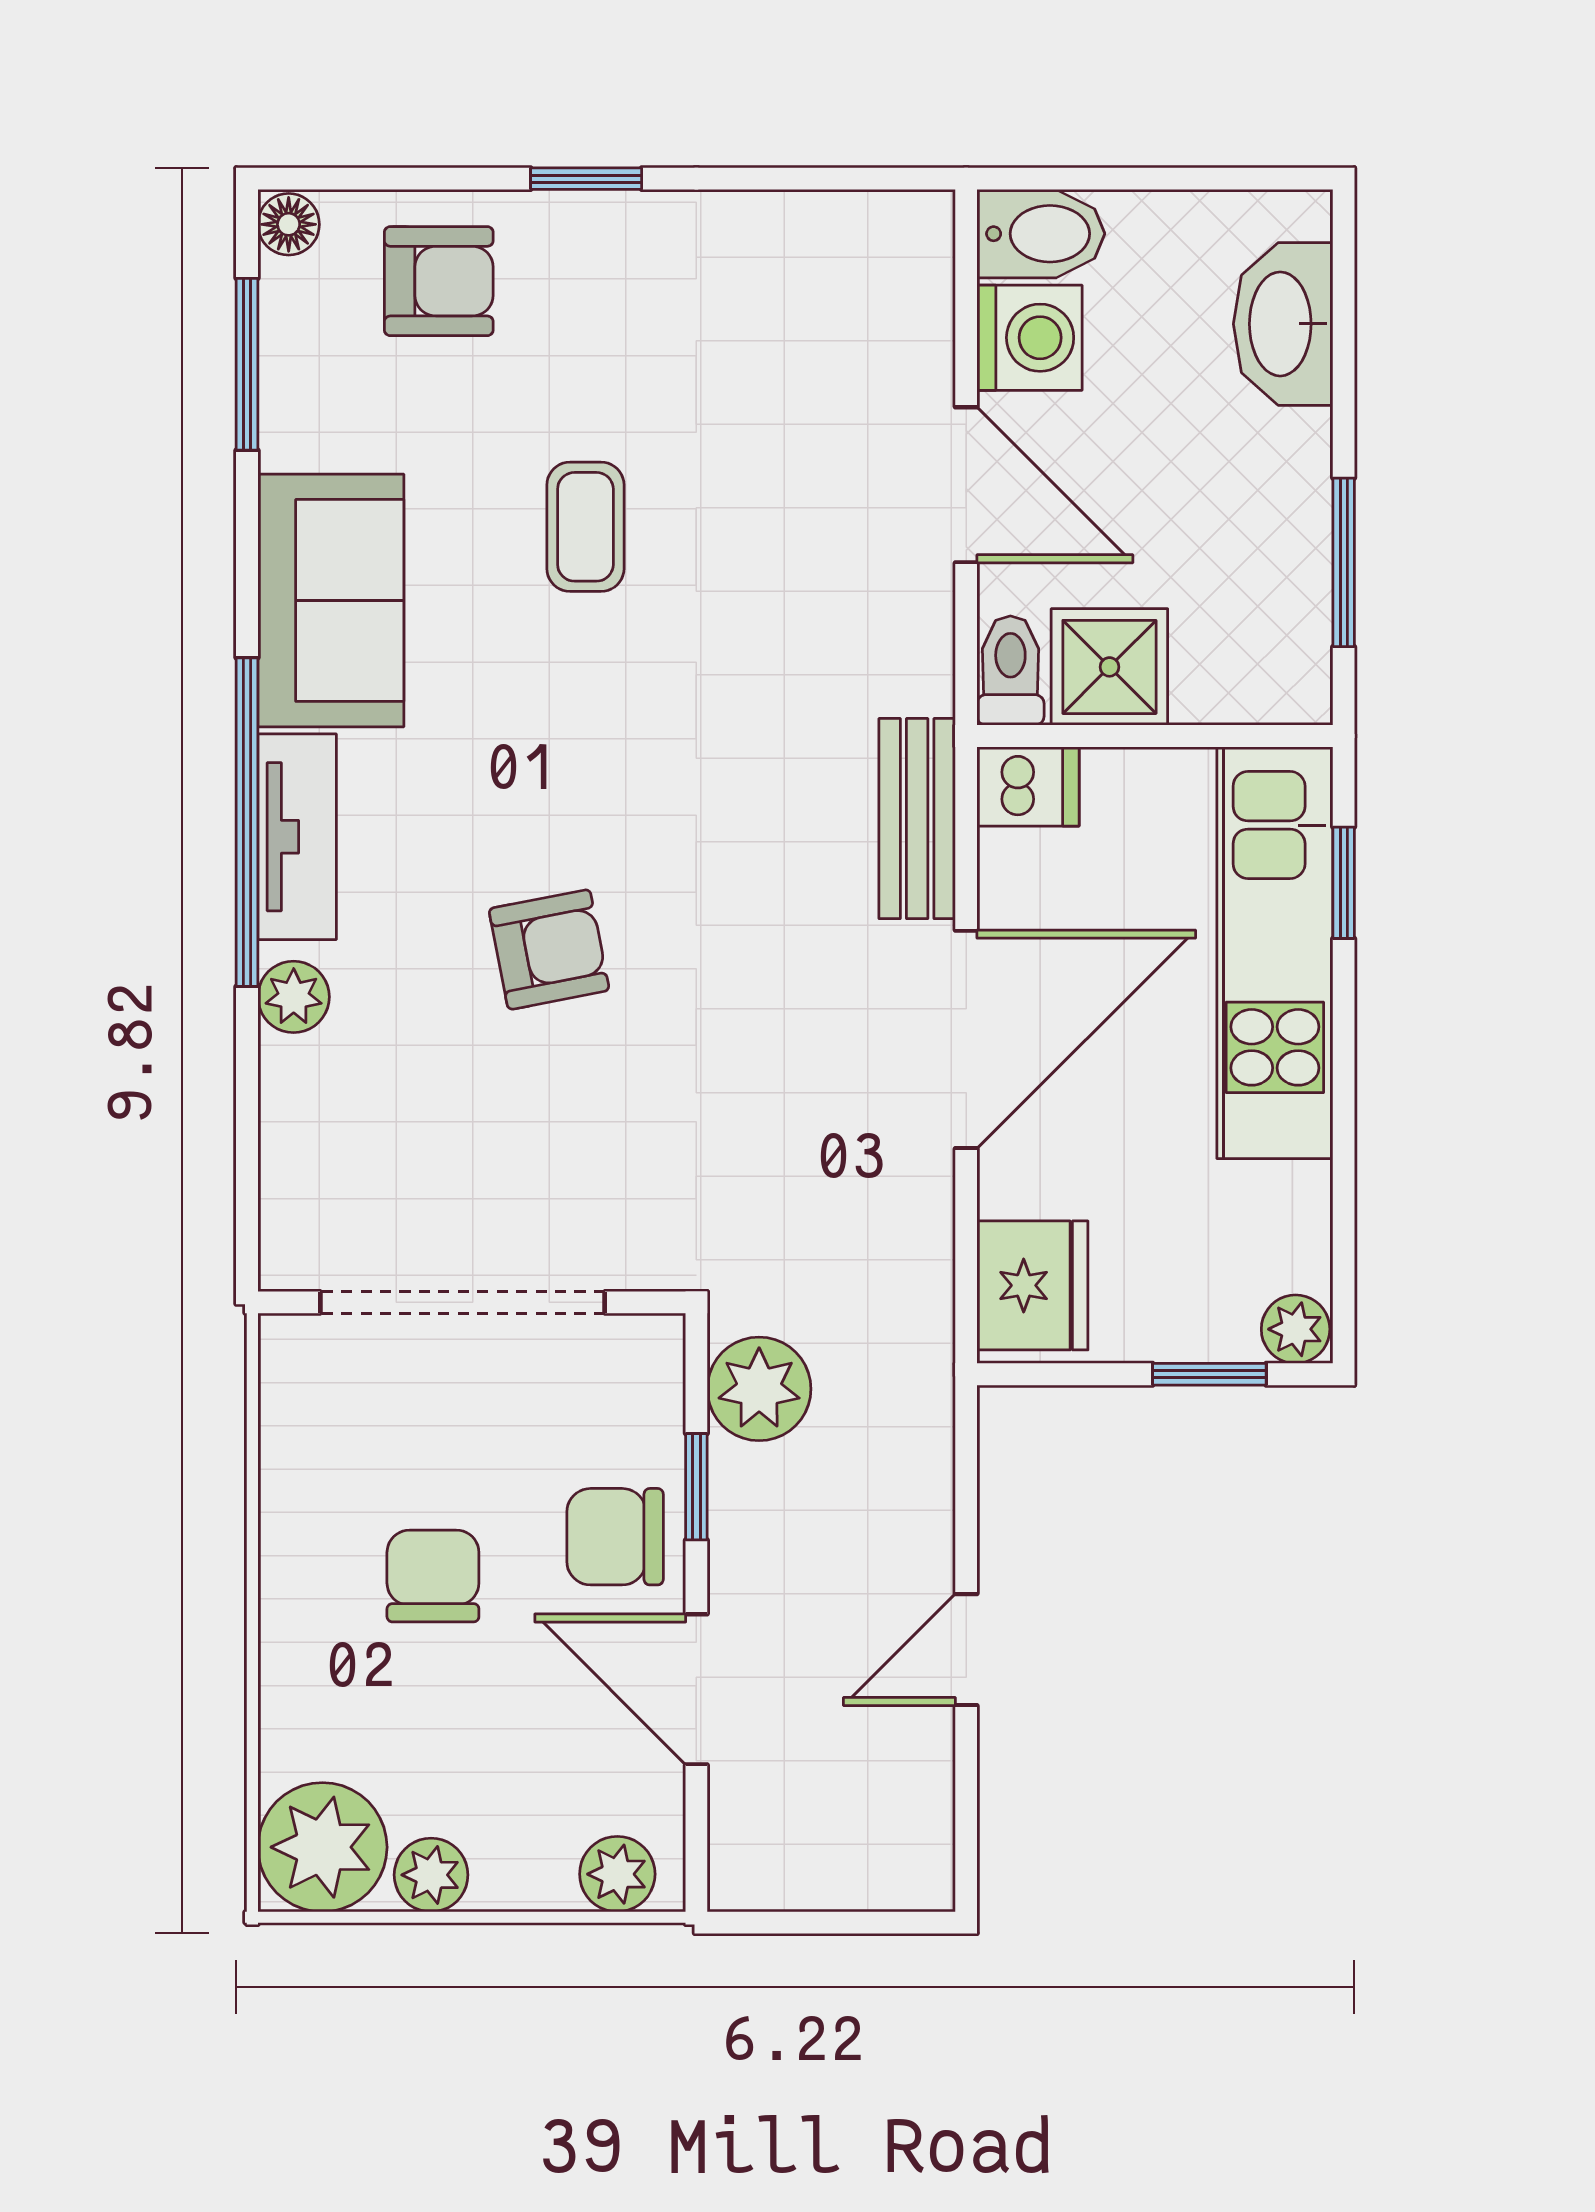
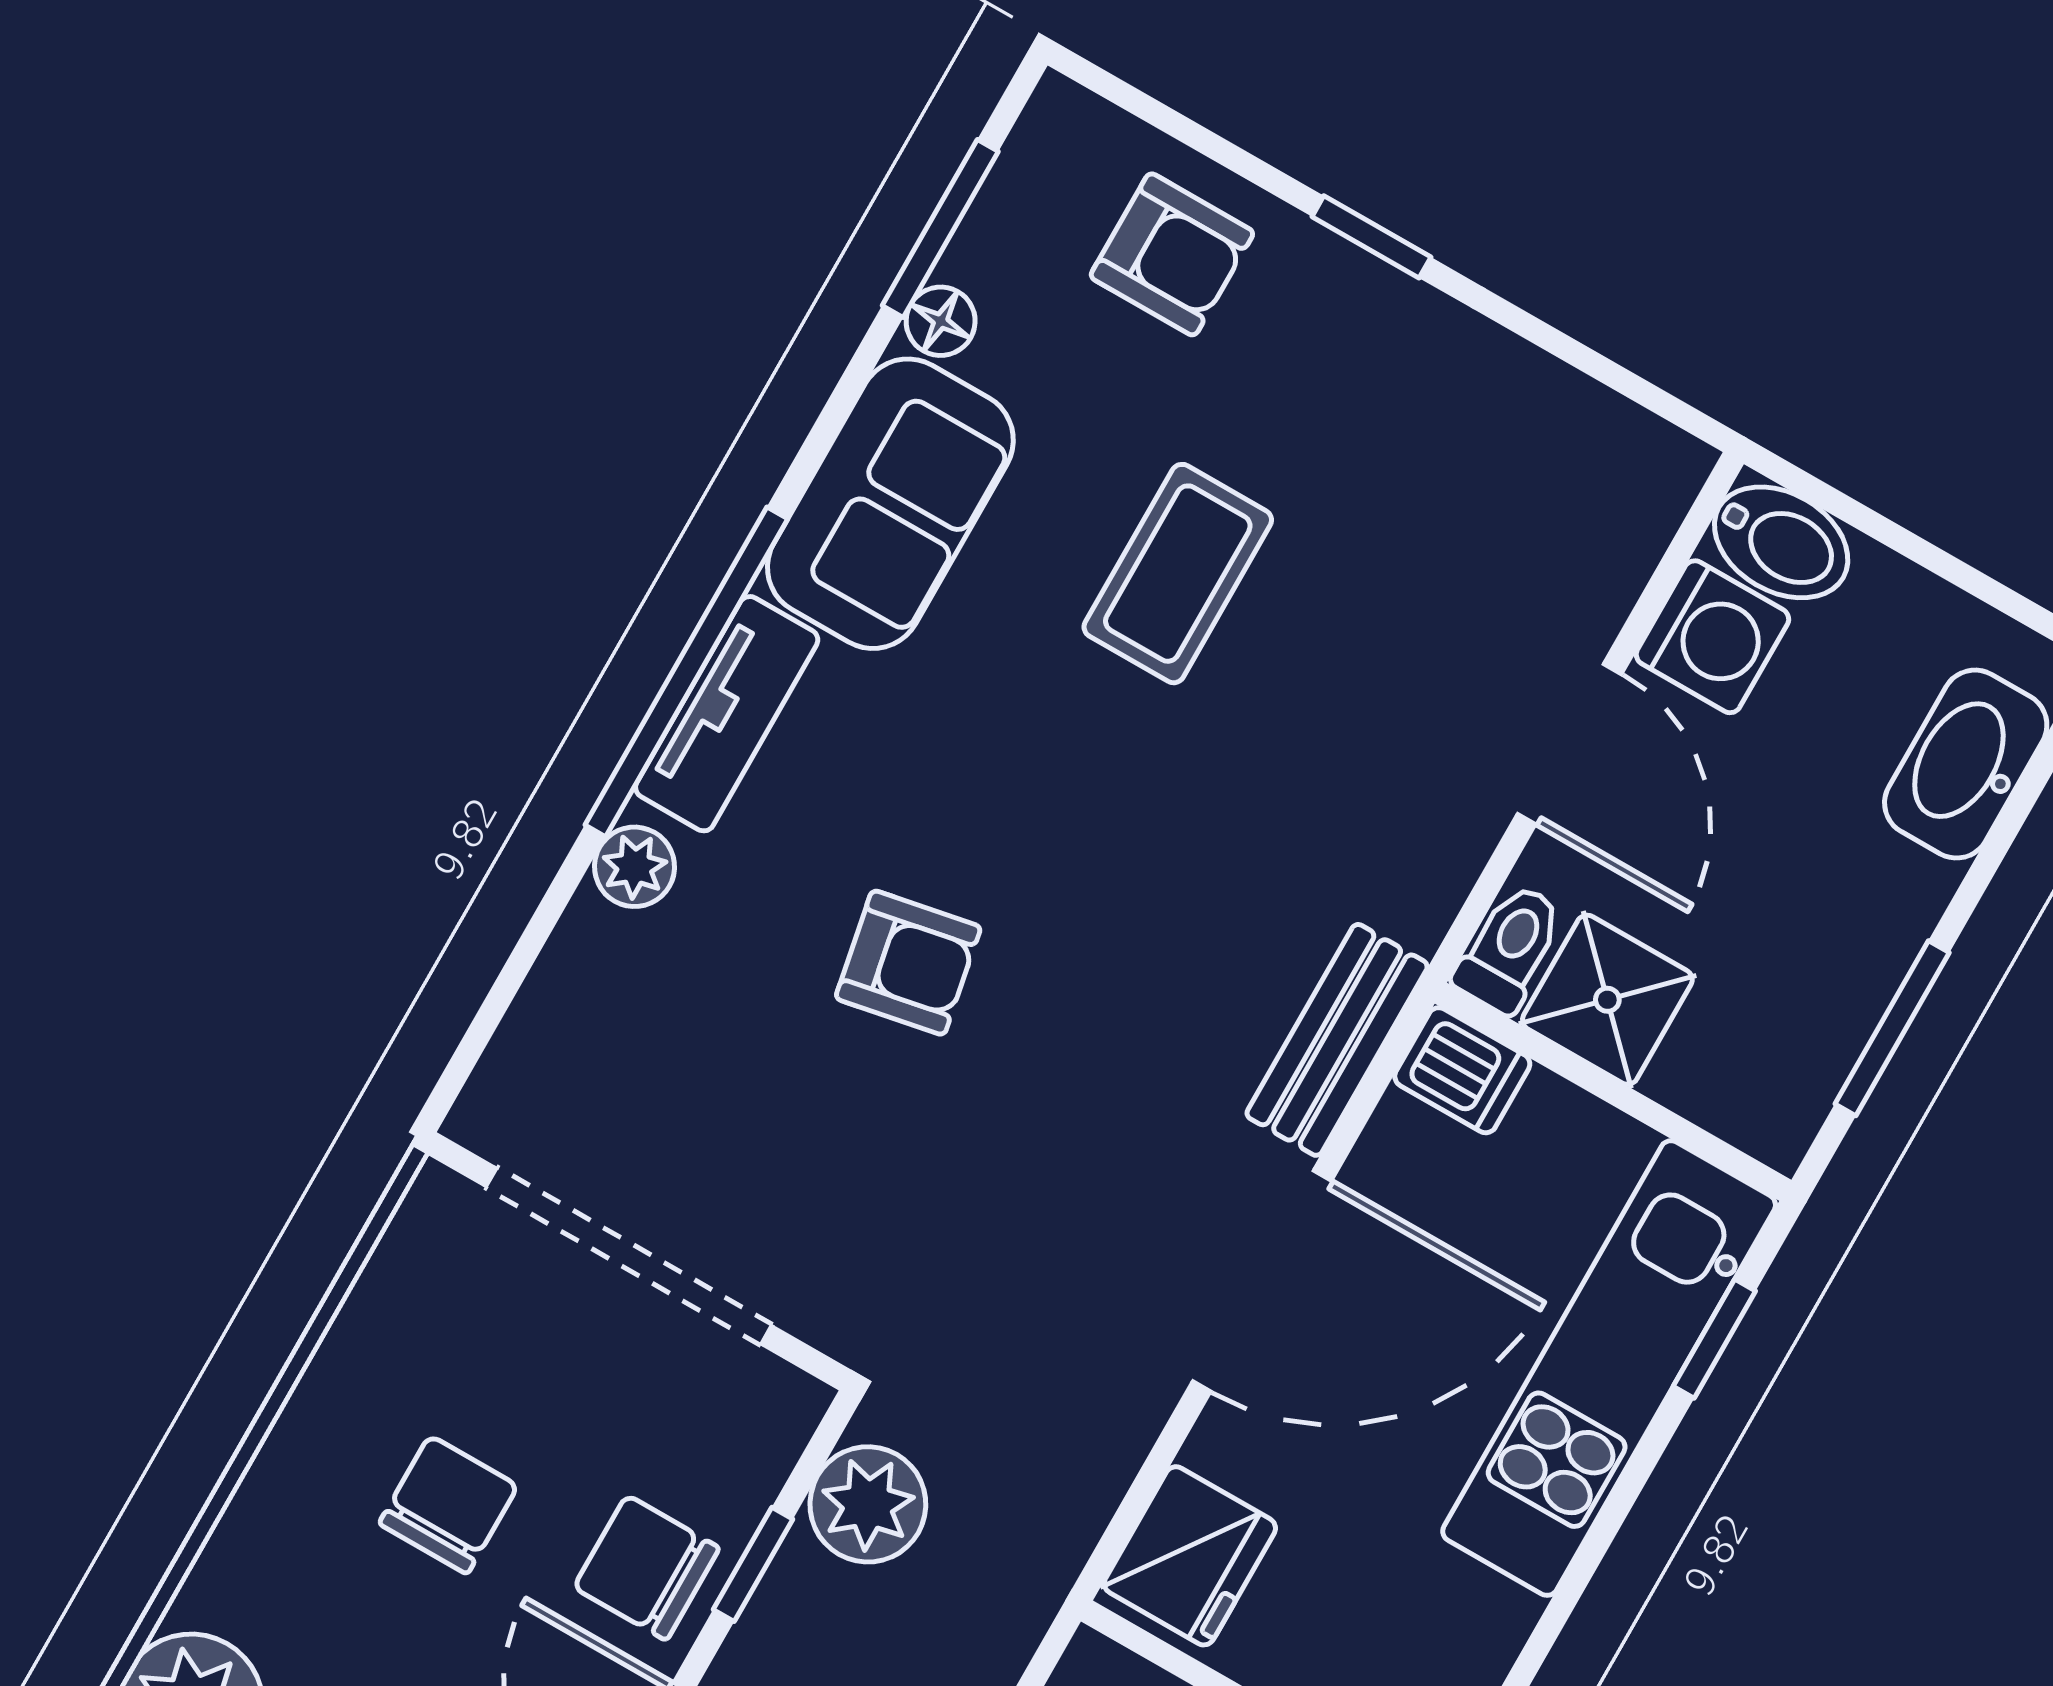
floor lamp: (289, 224) -> (941, 321), moved
coffee table: (585, 527) -> (1178, 574), width x1.36, depth x1.30

